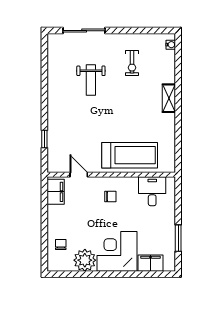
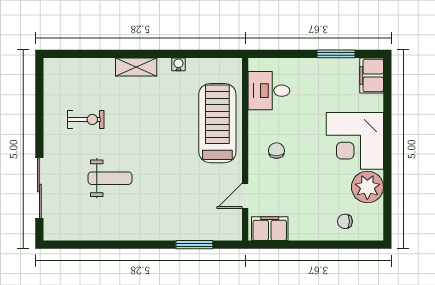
water cooler: (171, 45) -> (178, 64), moved
window: (44, 139) -> (194, 245), width x1.50
filing cabinet: (150, 263) -> (372, 75), moved

